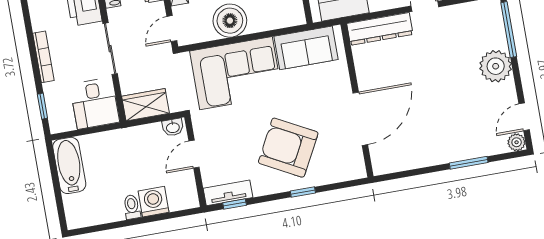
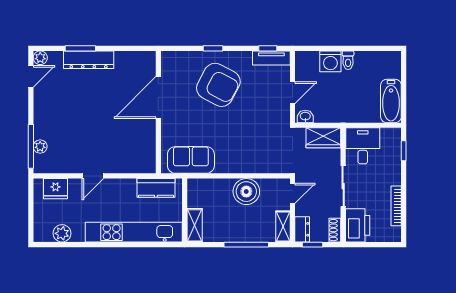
dresser: (380, 29) -> (89, 60), moved, turned 180
bookcase: (43, 57) -> (396, 206), moved
plant: (496, 66) -> (40, 147), moved, width x0.53, depth x0.53
corner sofa: (236, 73) -> (249, 150), removed

